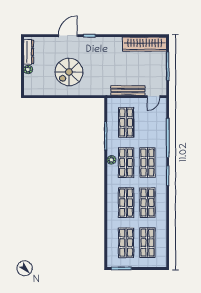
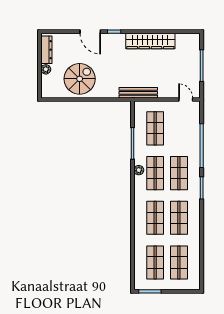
door: (68, 36) -> (90, 32), swing flipped
wardrobe: (144, 44) -> (150, 41), moved
spiral stairs: (69, 72) -> (80, 79), moved, turned 180
bench: (128, 91) -> (138, 93), moved
door: (153, 97) -> (186, 100), swing flipped

